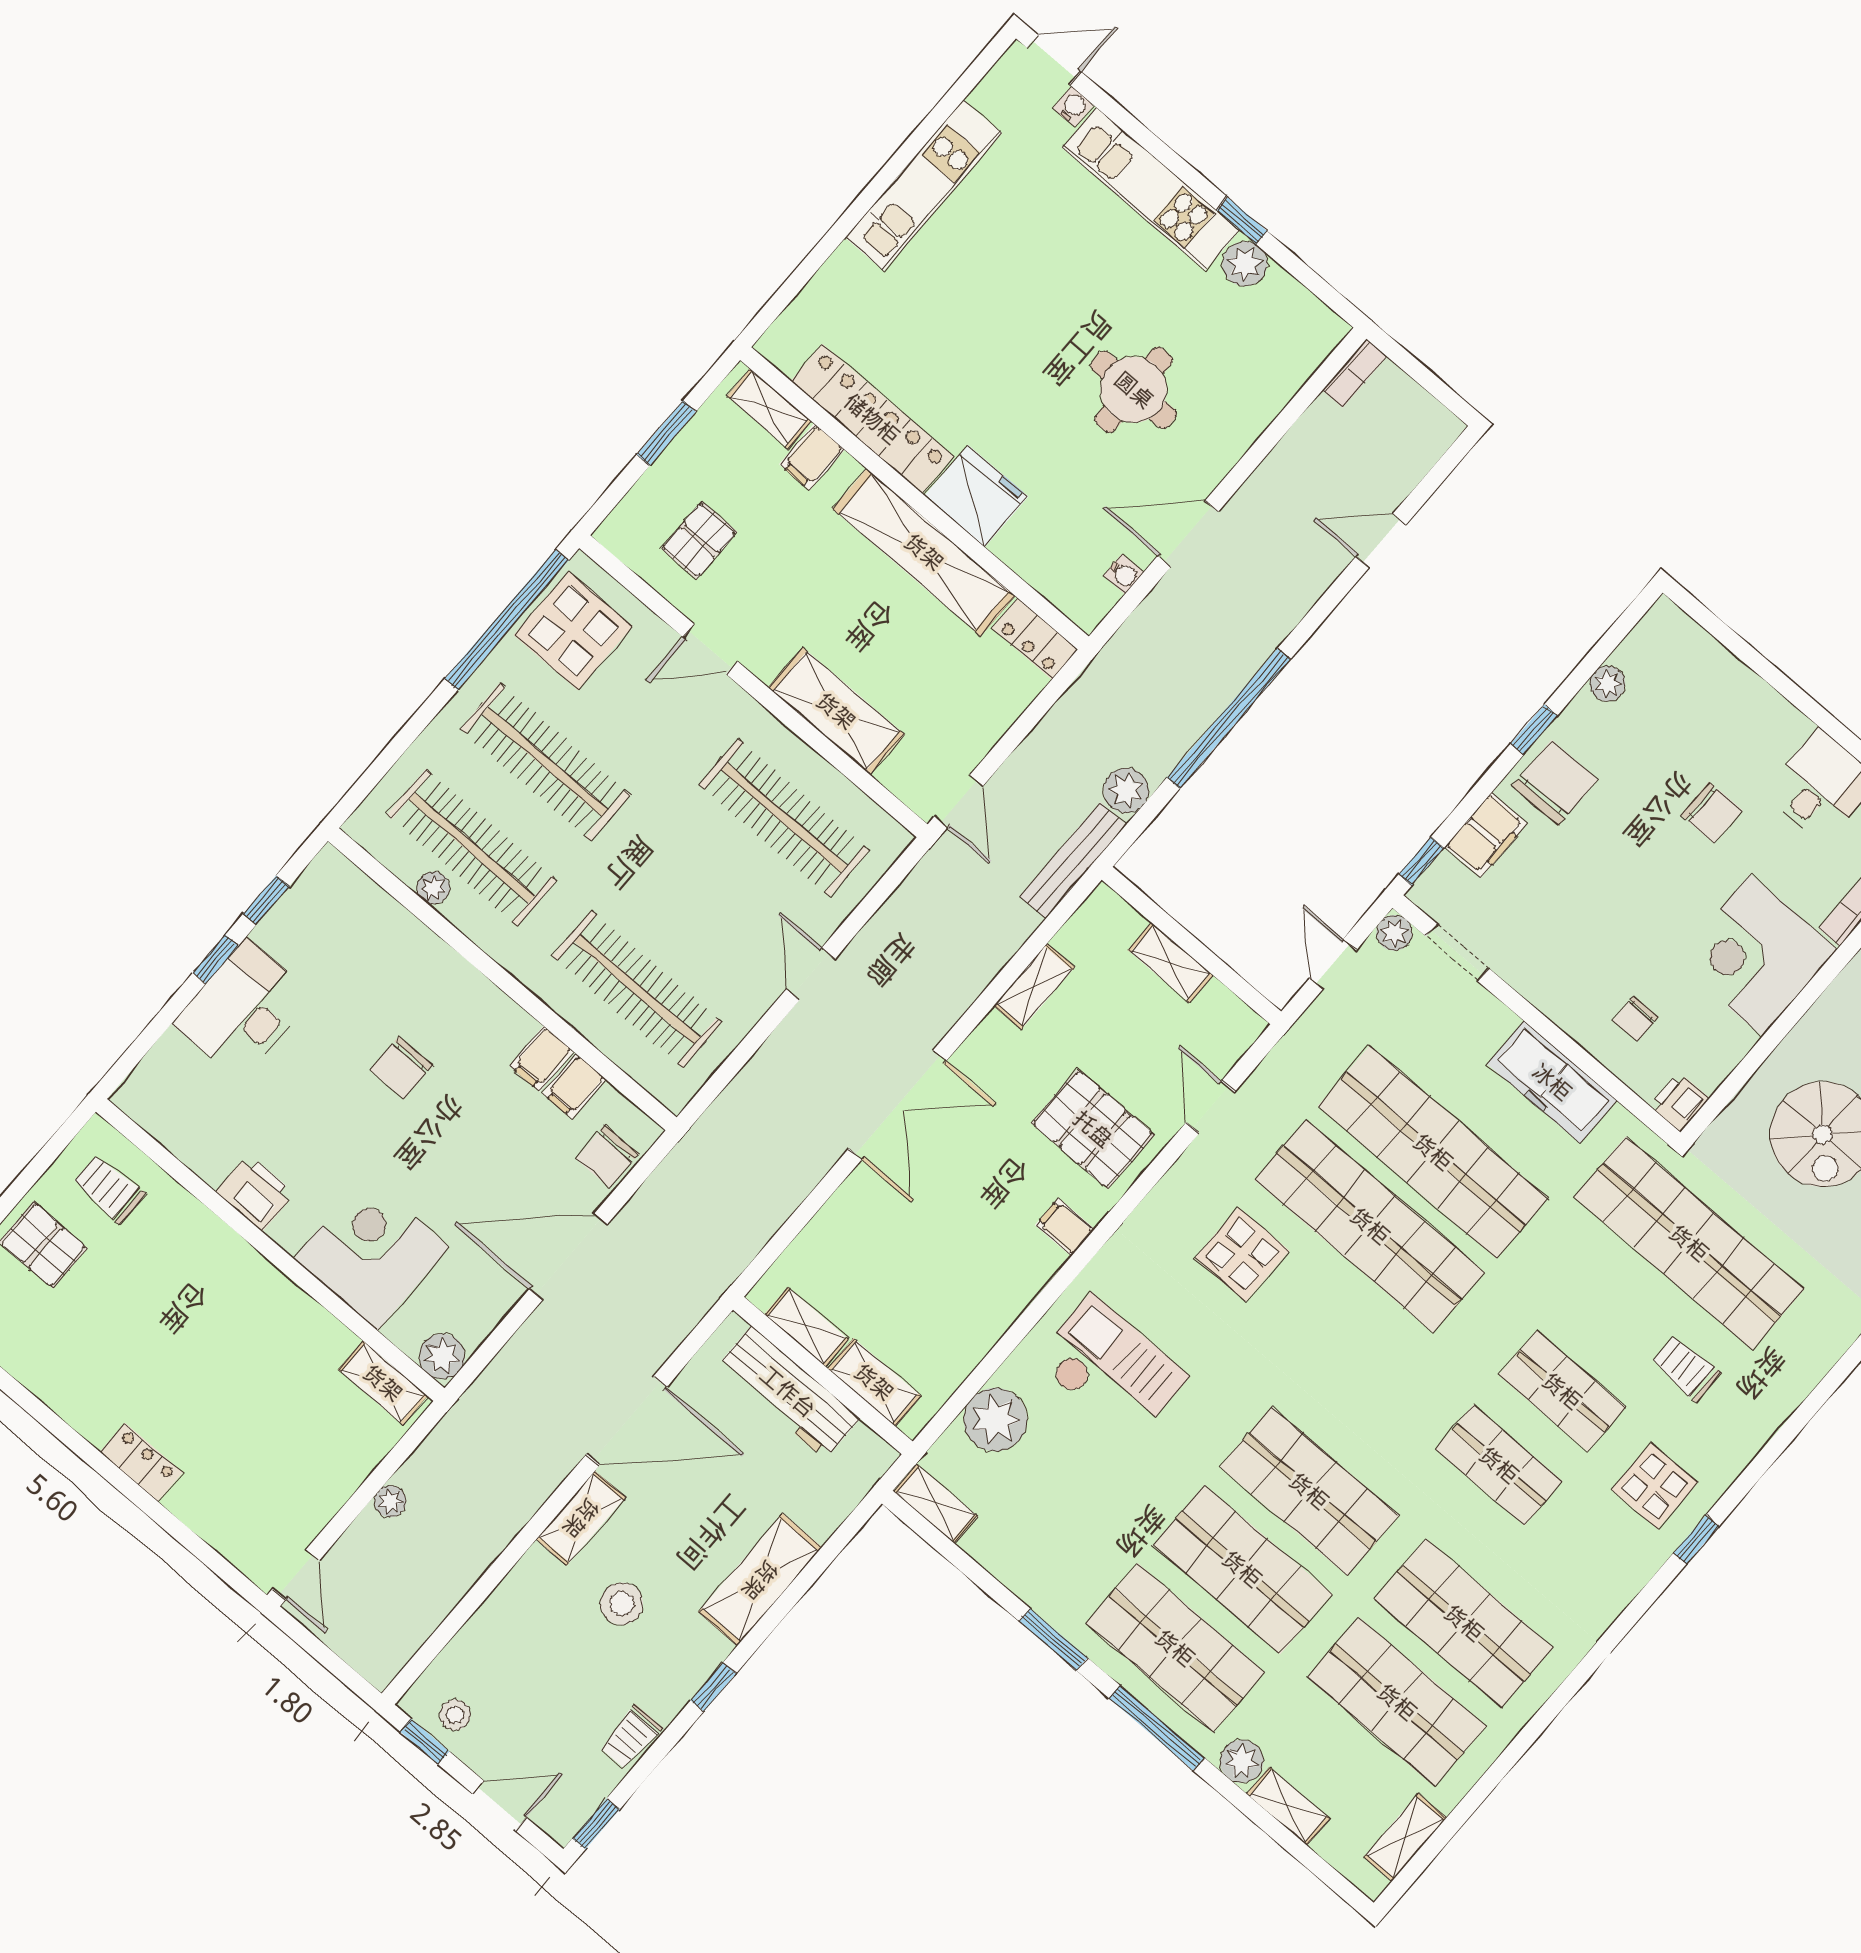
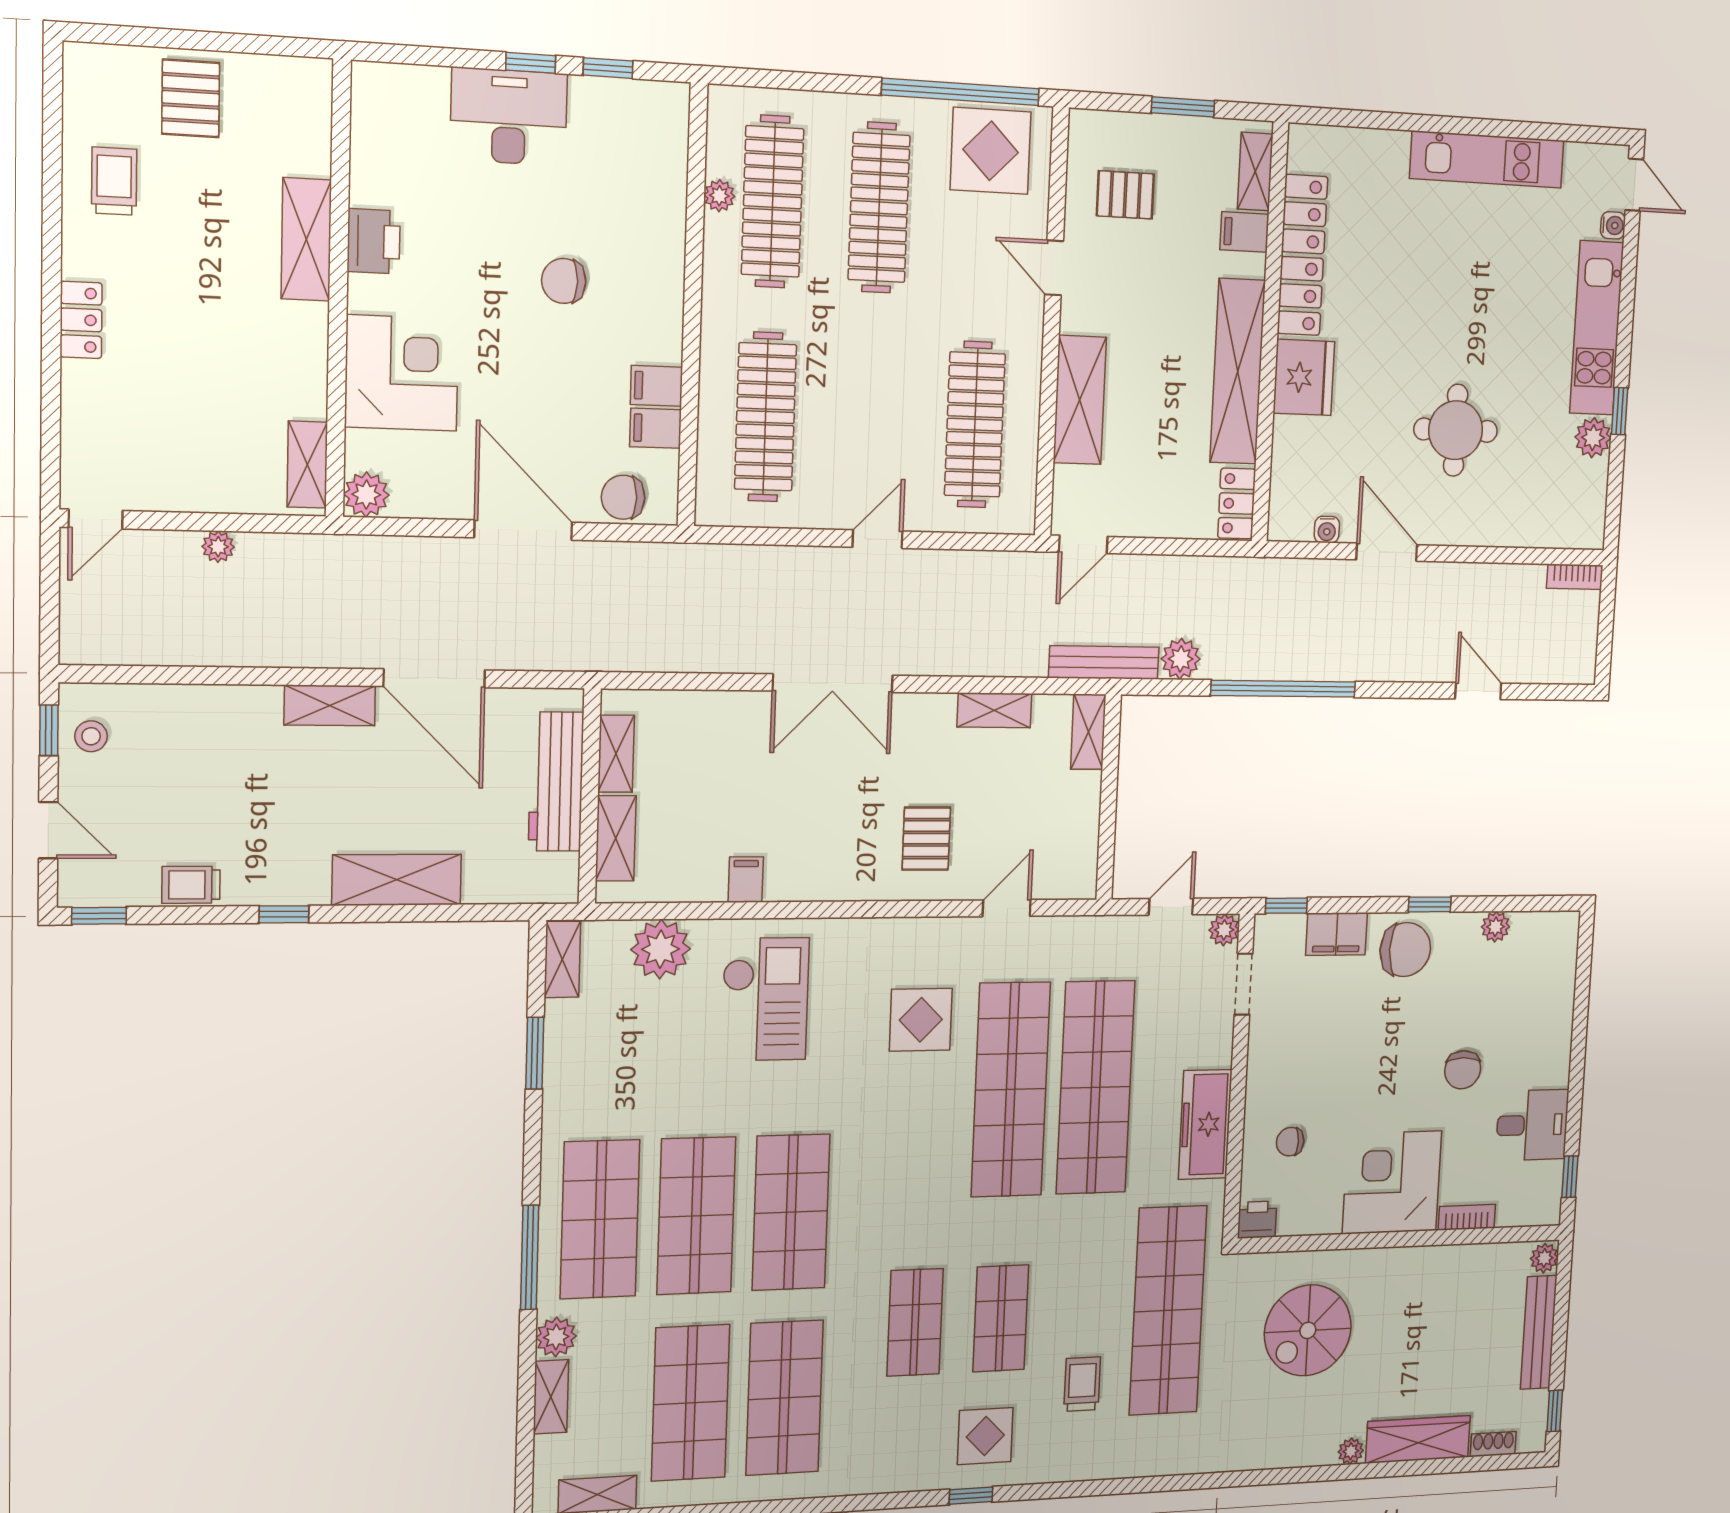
shelving: (1170, 963) -> (1088, 732), moved
pallet: (1093, 1129) -> (926, 839), width x0.67, depth x0.71
trolley: (109, 1189) -> (114, 181), moved
filing cabinet: (1065, 1227) -> (746, 880), moved
shelving: (214, 1243) -> (306, 239), added
stool: (622, 1604) -> (290, 792), removed
window: (1053, 1639) -> (535, 1053), moved

